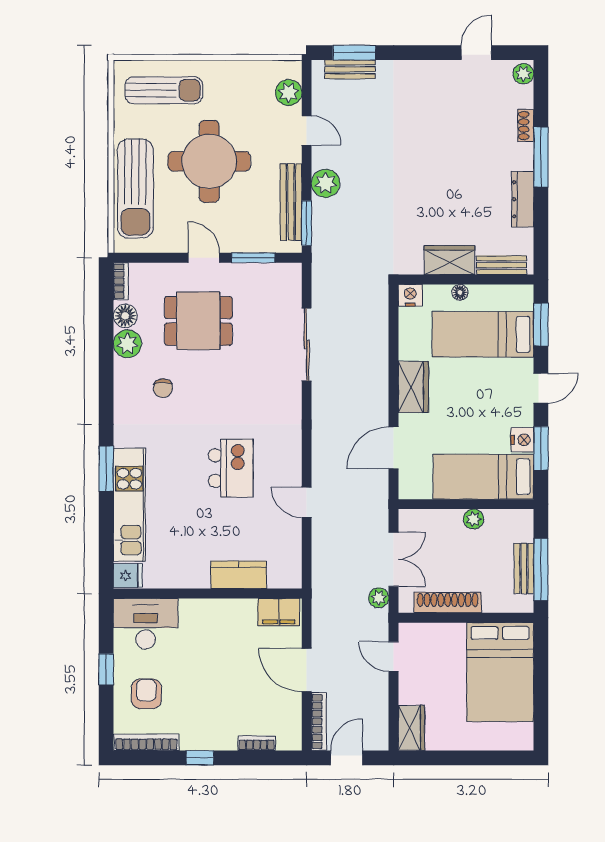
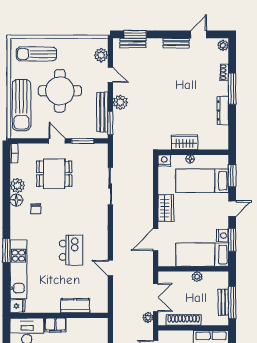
sun lounger: (164, 90) -> (36, 54), turned 180
bench: (502, 265) -> (176, 43), moved
floor lamp: (125, 316) -> (16, 200), moved
filing cabinet: (279, 612) -> (55, 325), moved

